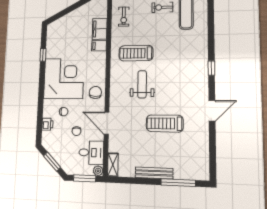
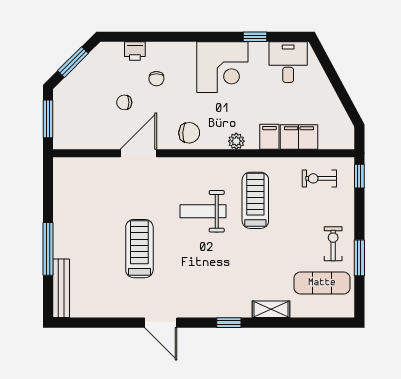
corner desk: (64, 78) -> (222, 67), width x0.74, depth x0.74
weight bench: (142, 84) -> (203, 211), turned 180
desk: (91, 153) -> (288, 62), moved, turned 180
shelving: (113, 165) -> (271, 309), moved
plant: (98, 171) -> (236, 141), moved
bench: (154, 173) -> (61, 288), moved
window: (178, 183) -> (48, 249), moved

